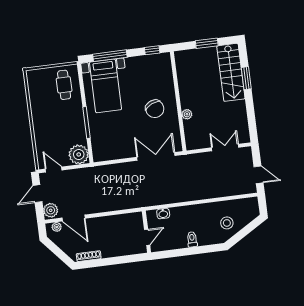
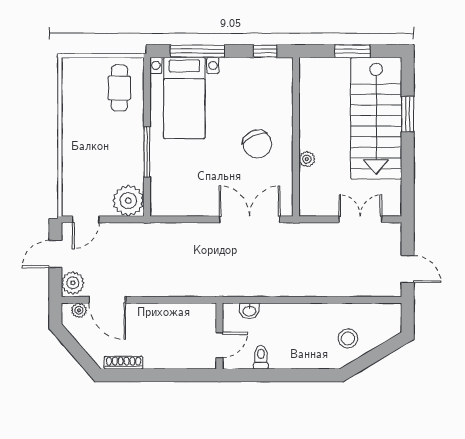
stairs: (231, 72) -> (376, 118), width x1.36, depth x1.51
door: (54, 170) -> (86, 219), swing flipped
toilet: (192, 239) -> (261, 357), moved

